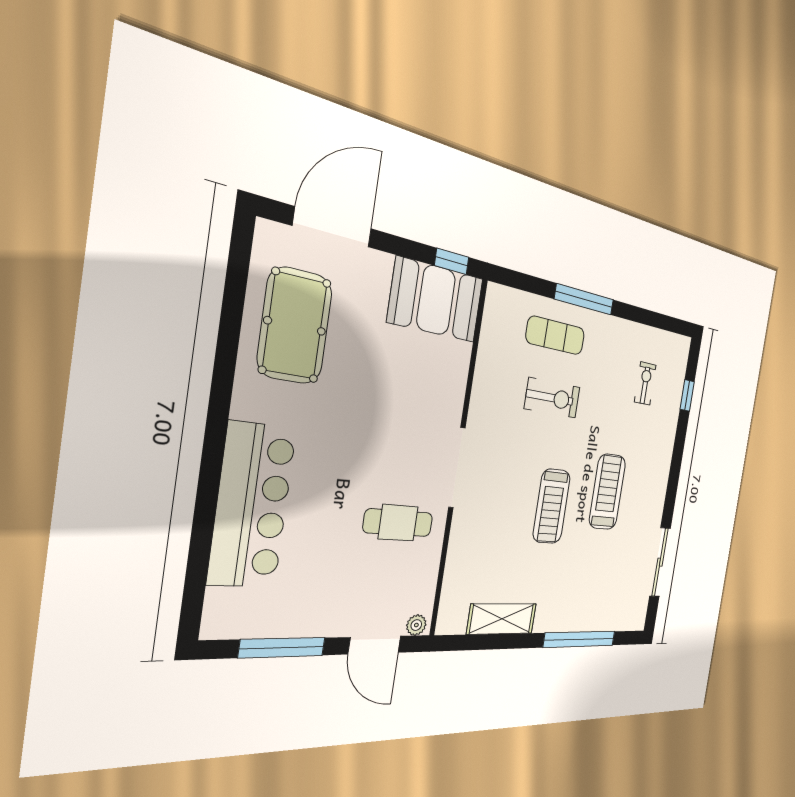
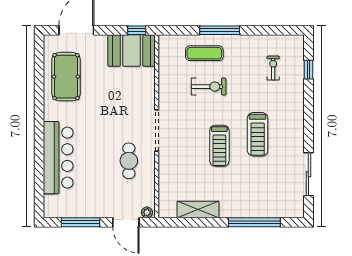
treadmill: (607, 492) -> (258, 134), turned 180
cafe table: (398, 523) -> (129, 161), turned 90

